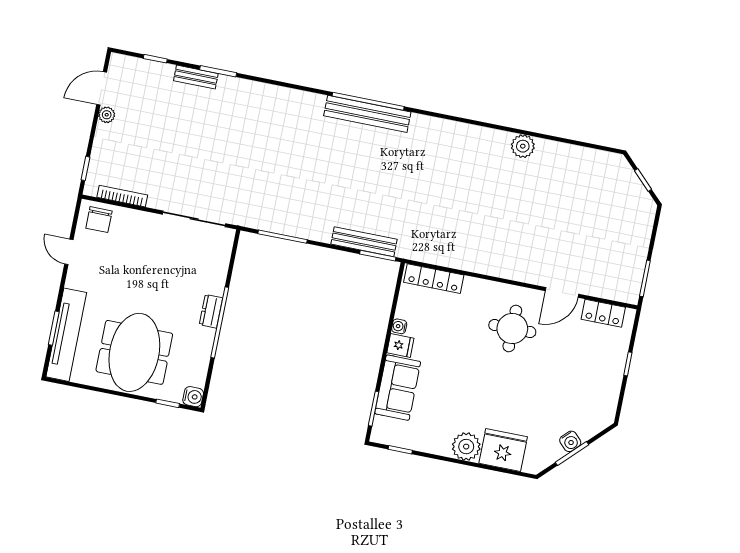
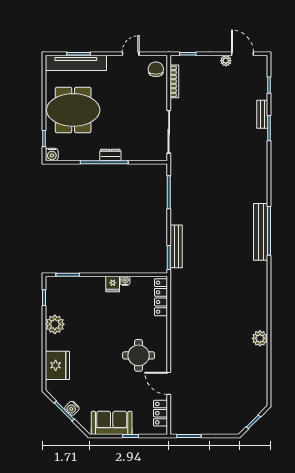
chair: (99, 220) -> (156, 69), turned 90
sofa: (398, 388) -> (112, 423), moved, turned 180
plant: (466, 447) -> (55, 324), moved

